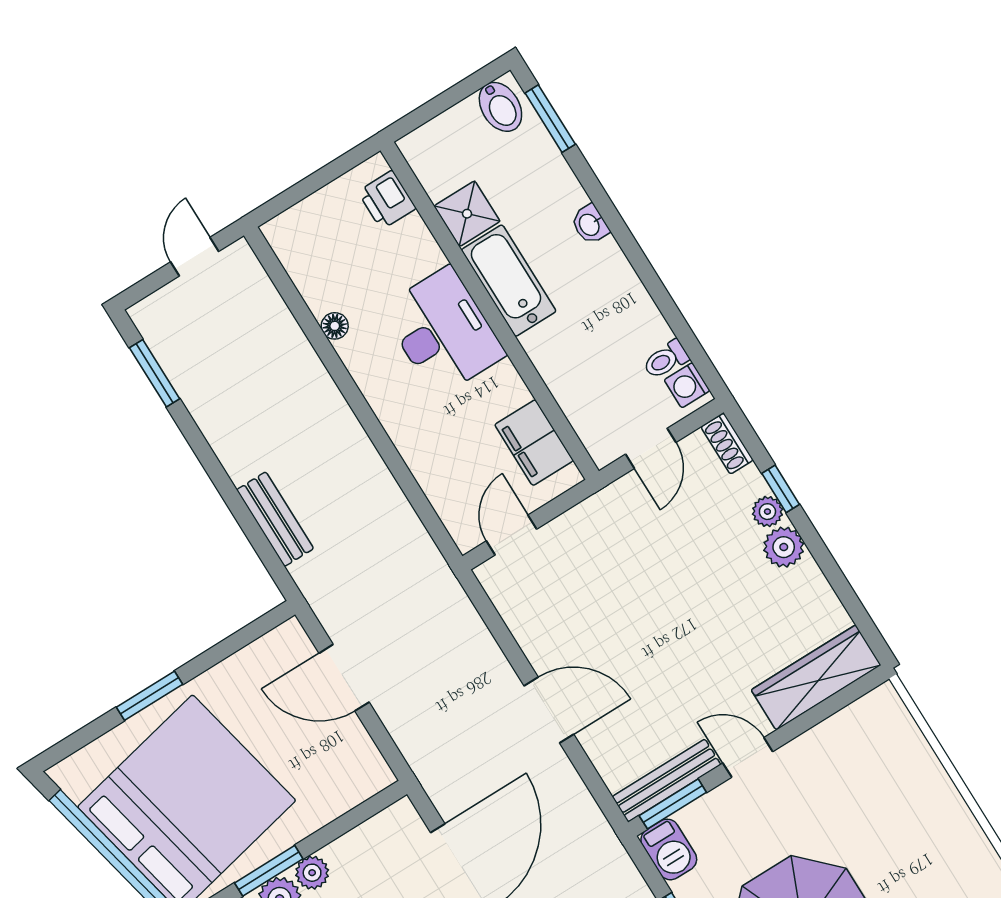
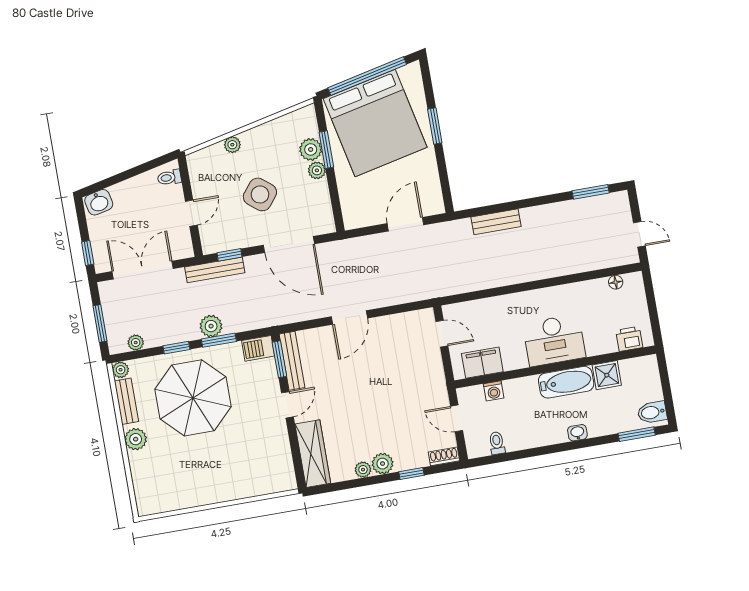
floor lamp: (335, 326) -> (616, 282), moved
washing machine: (687, 385) -> (494, 391), moved, turned 180
plant: (767, 512) -> (363, 470), moved

